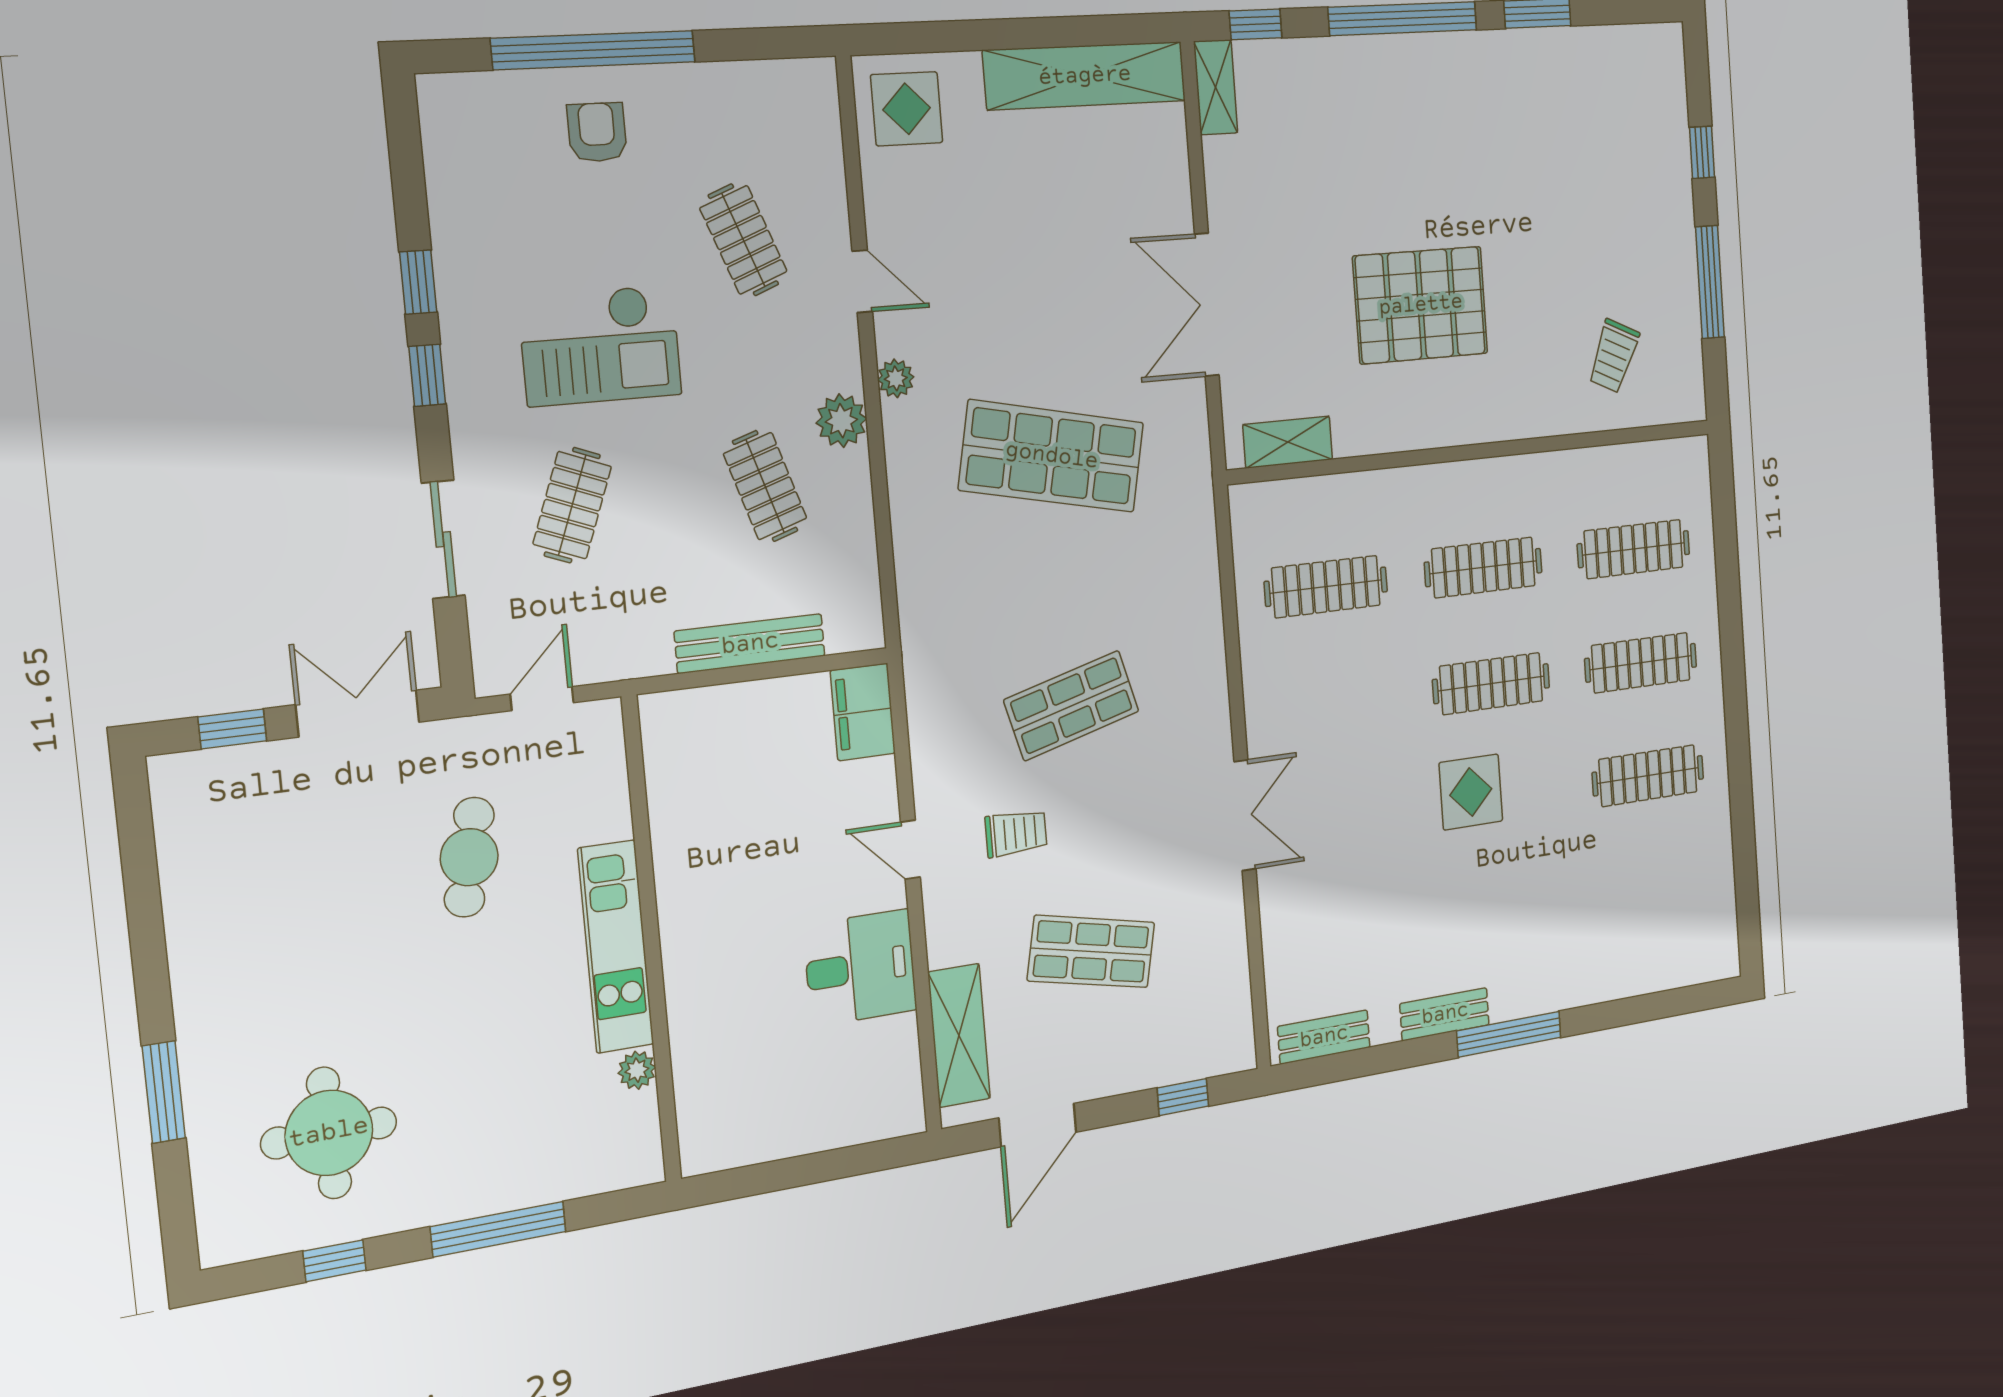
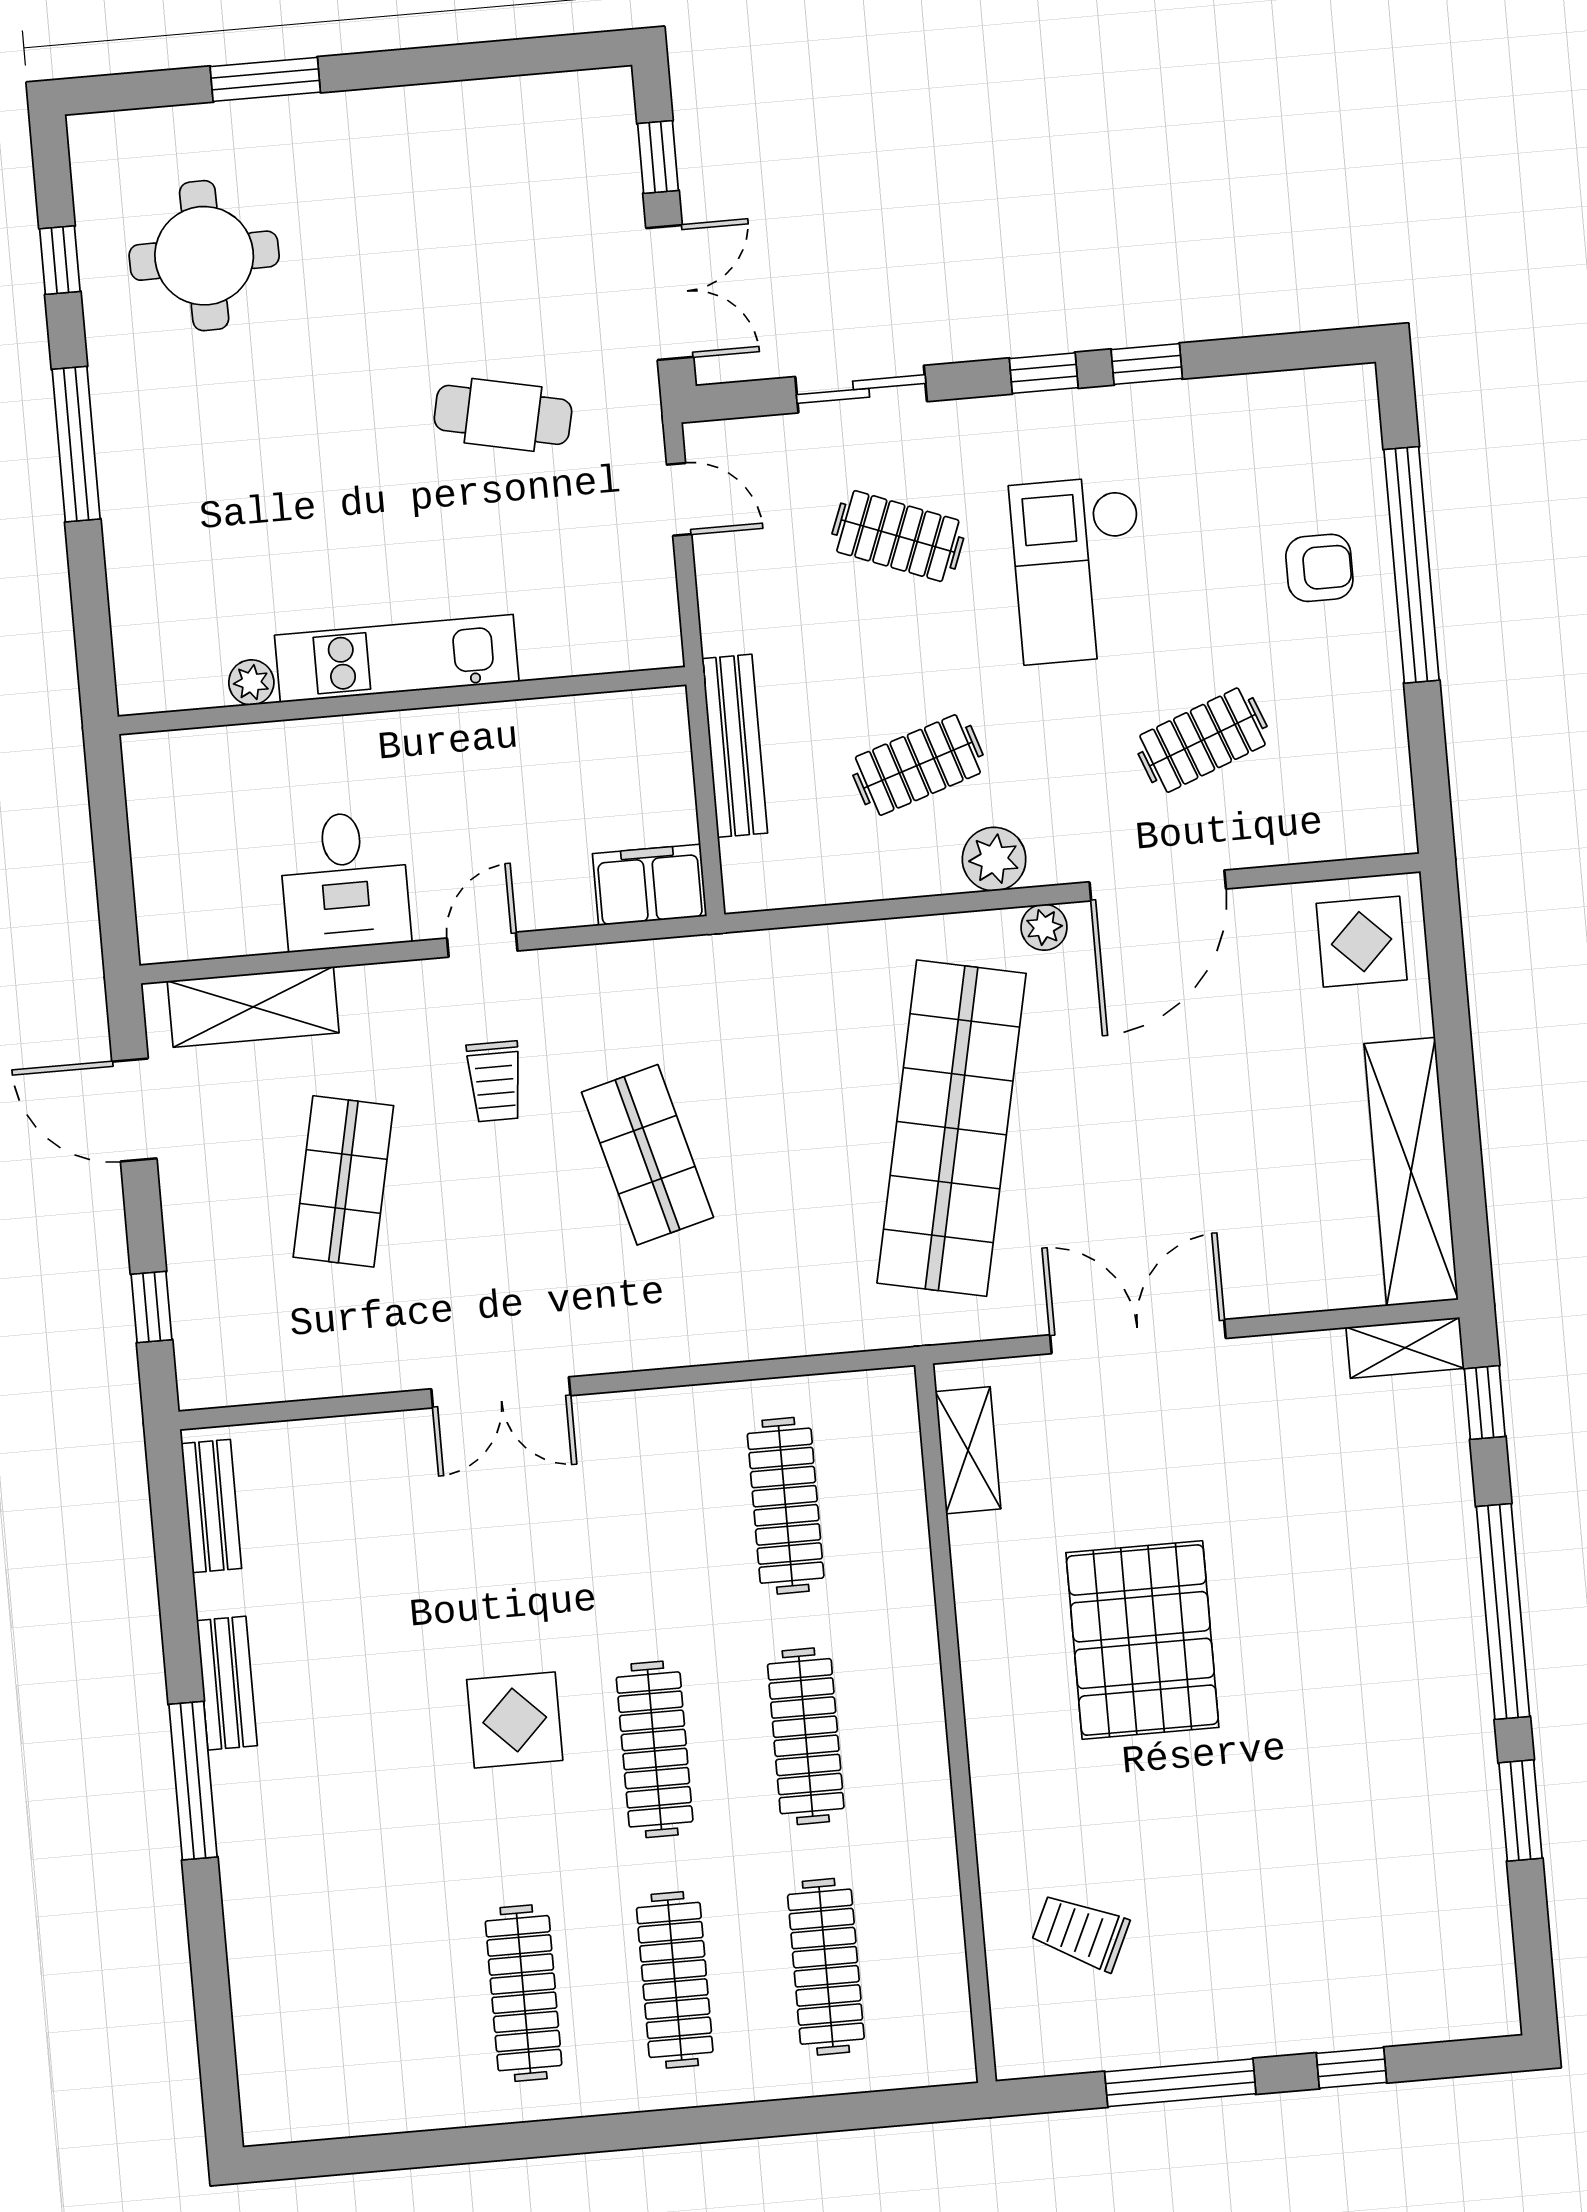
door: (862, 281) -> (1158, 885), width x1.88
shop shelf: (1052, 456) -> (952, 1128), width x1.40
wall: (651, 940) -> (402, 701), moved
kitchen unit: (616, 947) -> (397, 658), moved
plant: (637, 1070) -> (251, 682), moved

